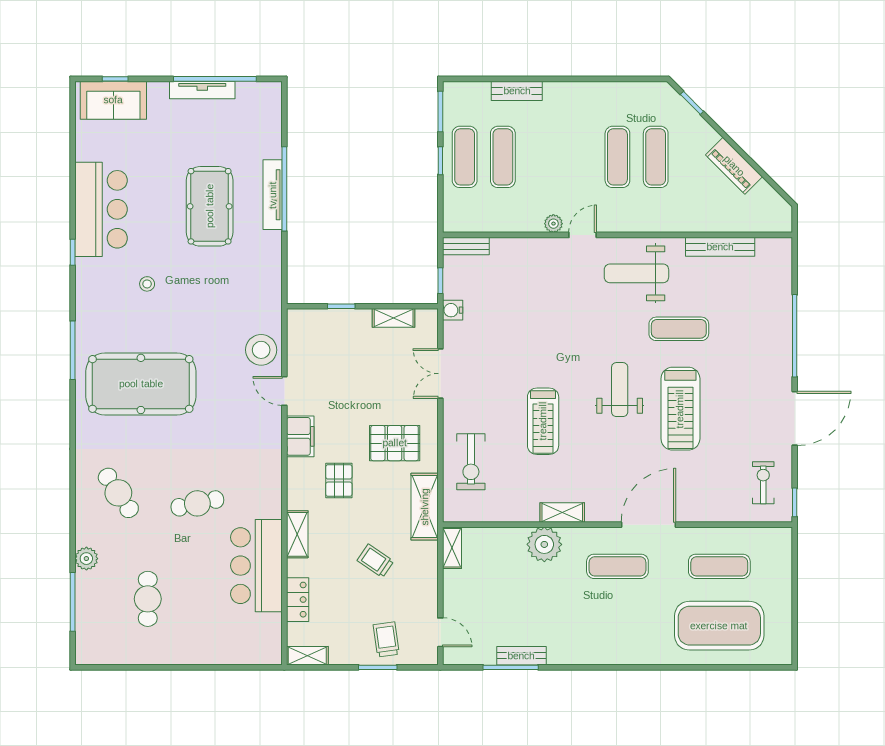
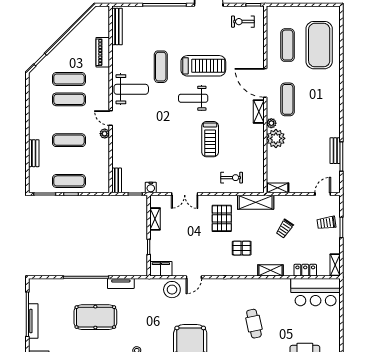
exercise mat: (503, 157) -> (69, 140), moved
piano: (734, 166) -> (103, 52), moved, turned 135
tv unit: (273, 195) -> (121, 283), moved, width x0.71
bench: (720, 247) -> (117, 27), moved
weight bench: (636, 273) -> (131, 89), turned -90
treadmill: (543, 421) -> (210, 139), turned 90
filing cabinet: (300, 436) -> (161, 269), moved
exercise bike: (471, 462) -> (232, 178), width x0.73, depth x0.72
shelving: (562, 512) -> (259, 112), moved
plant: (573, 536) -> (271, 123), added
bar counter: (256, 566) -> (316, 292), moved

